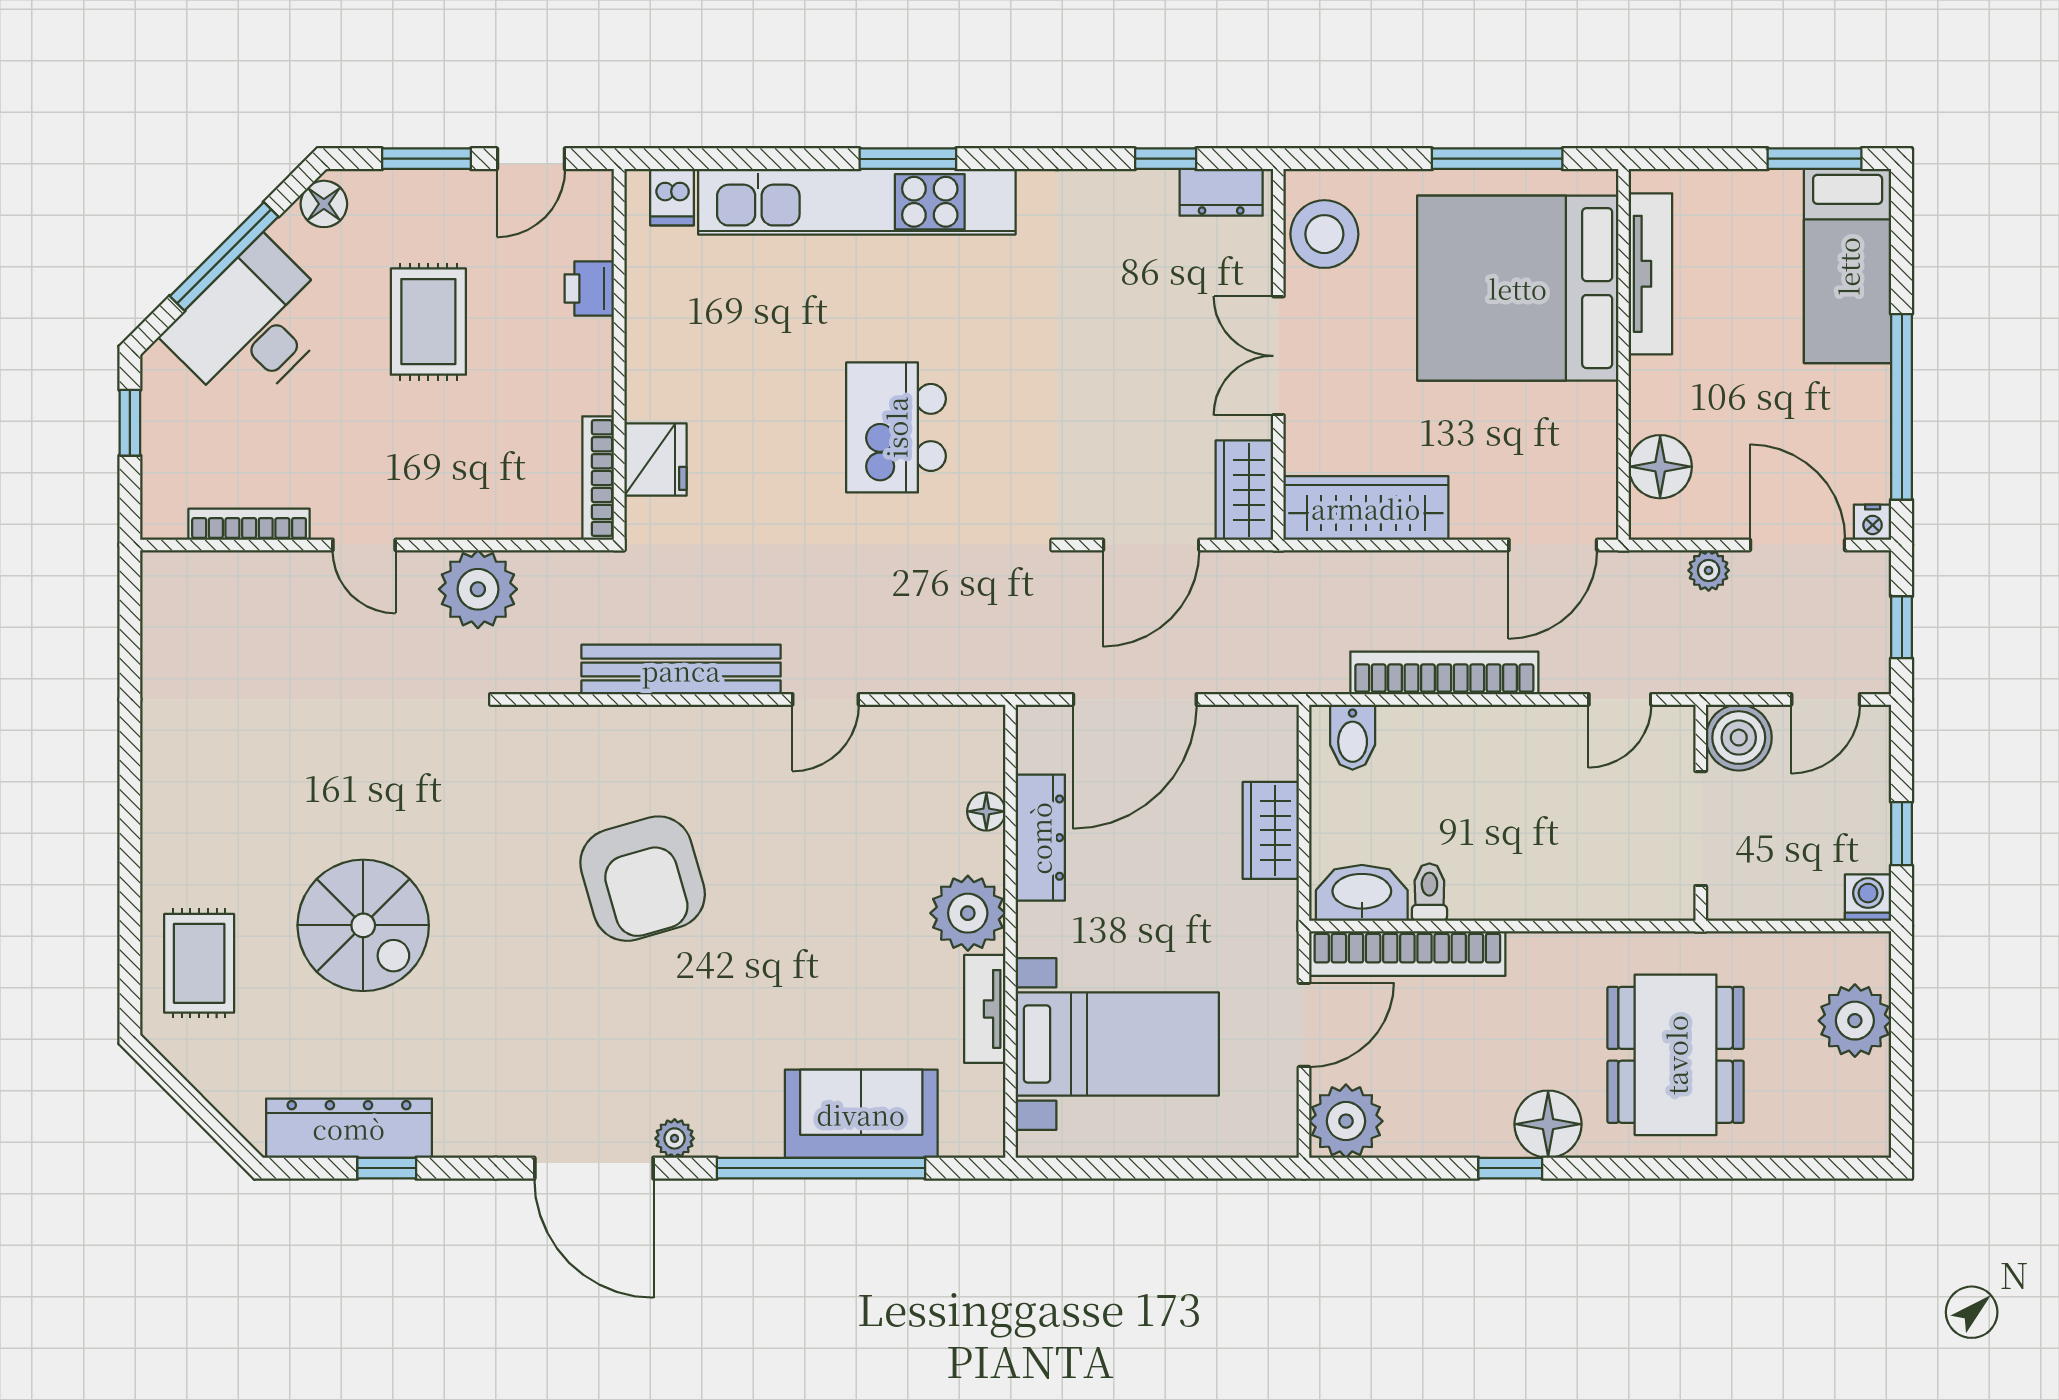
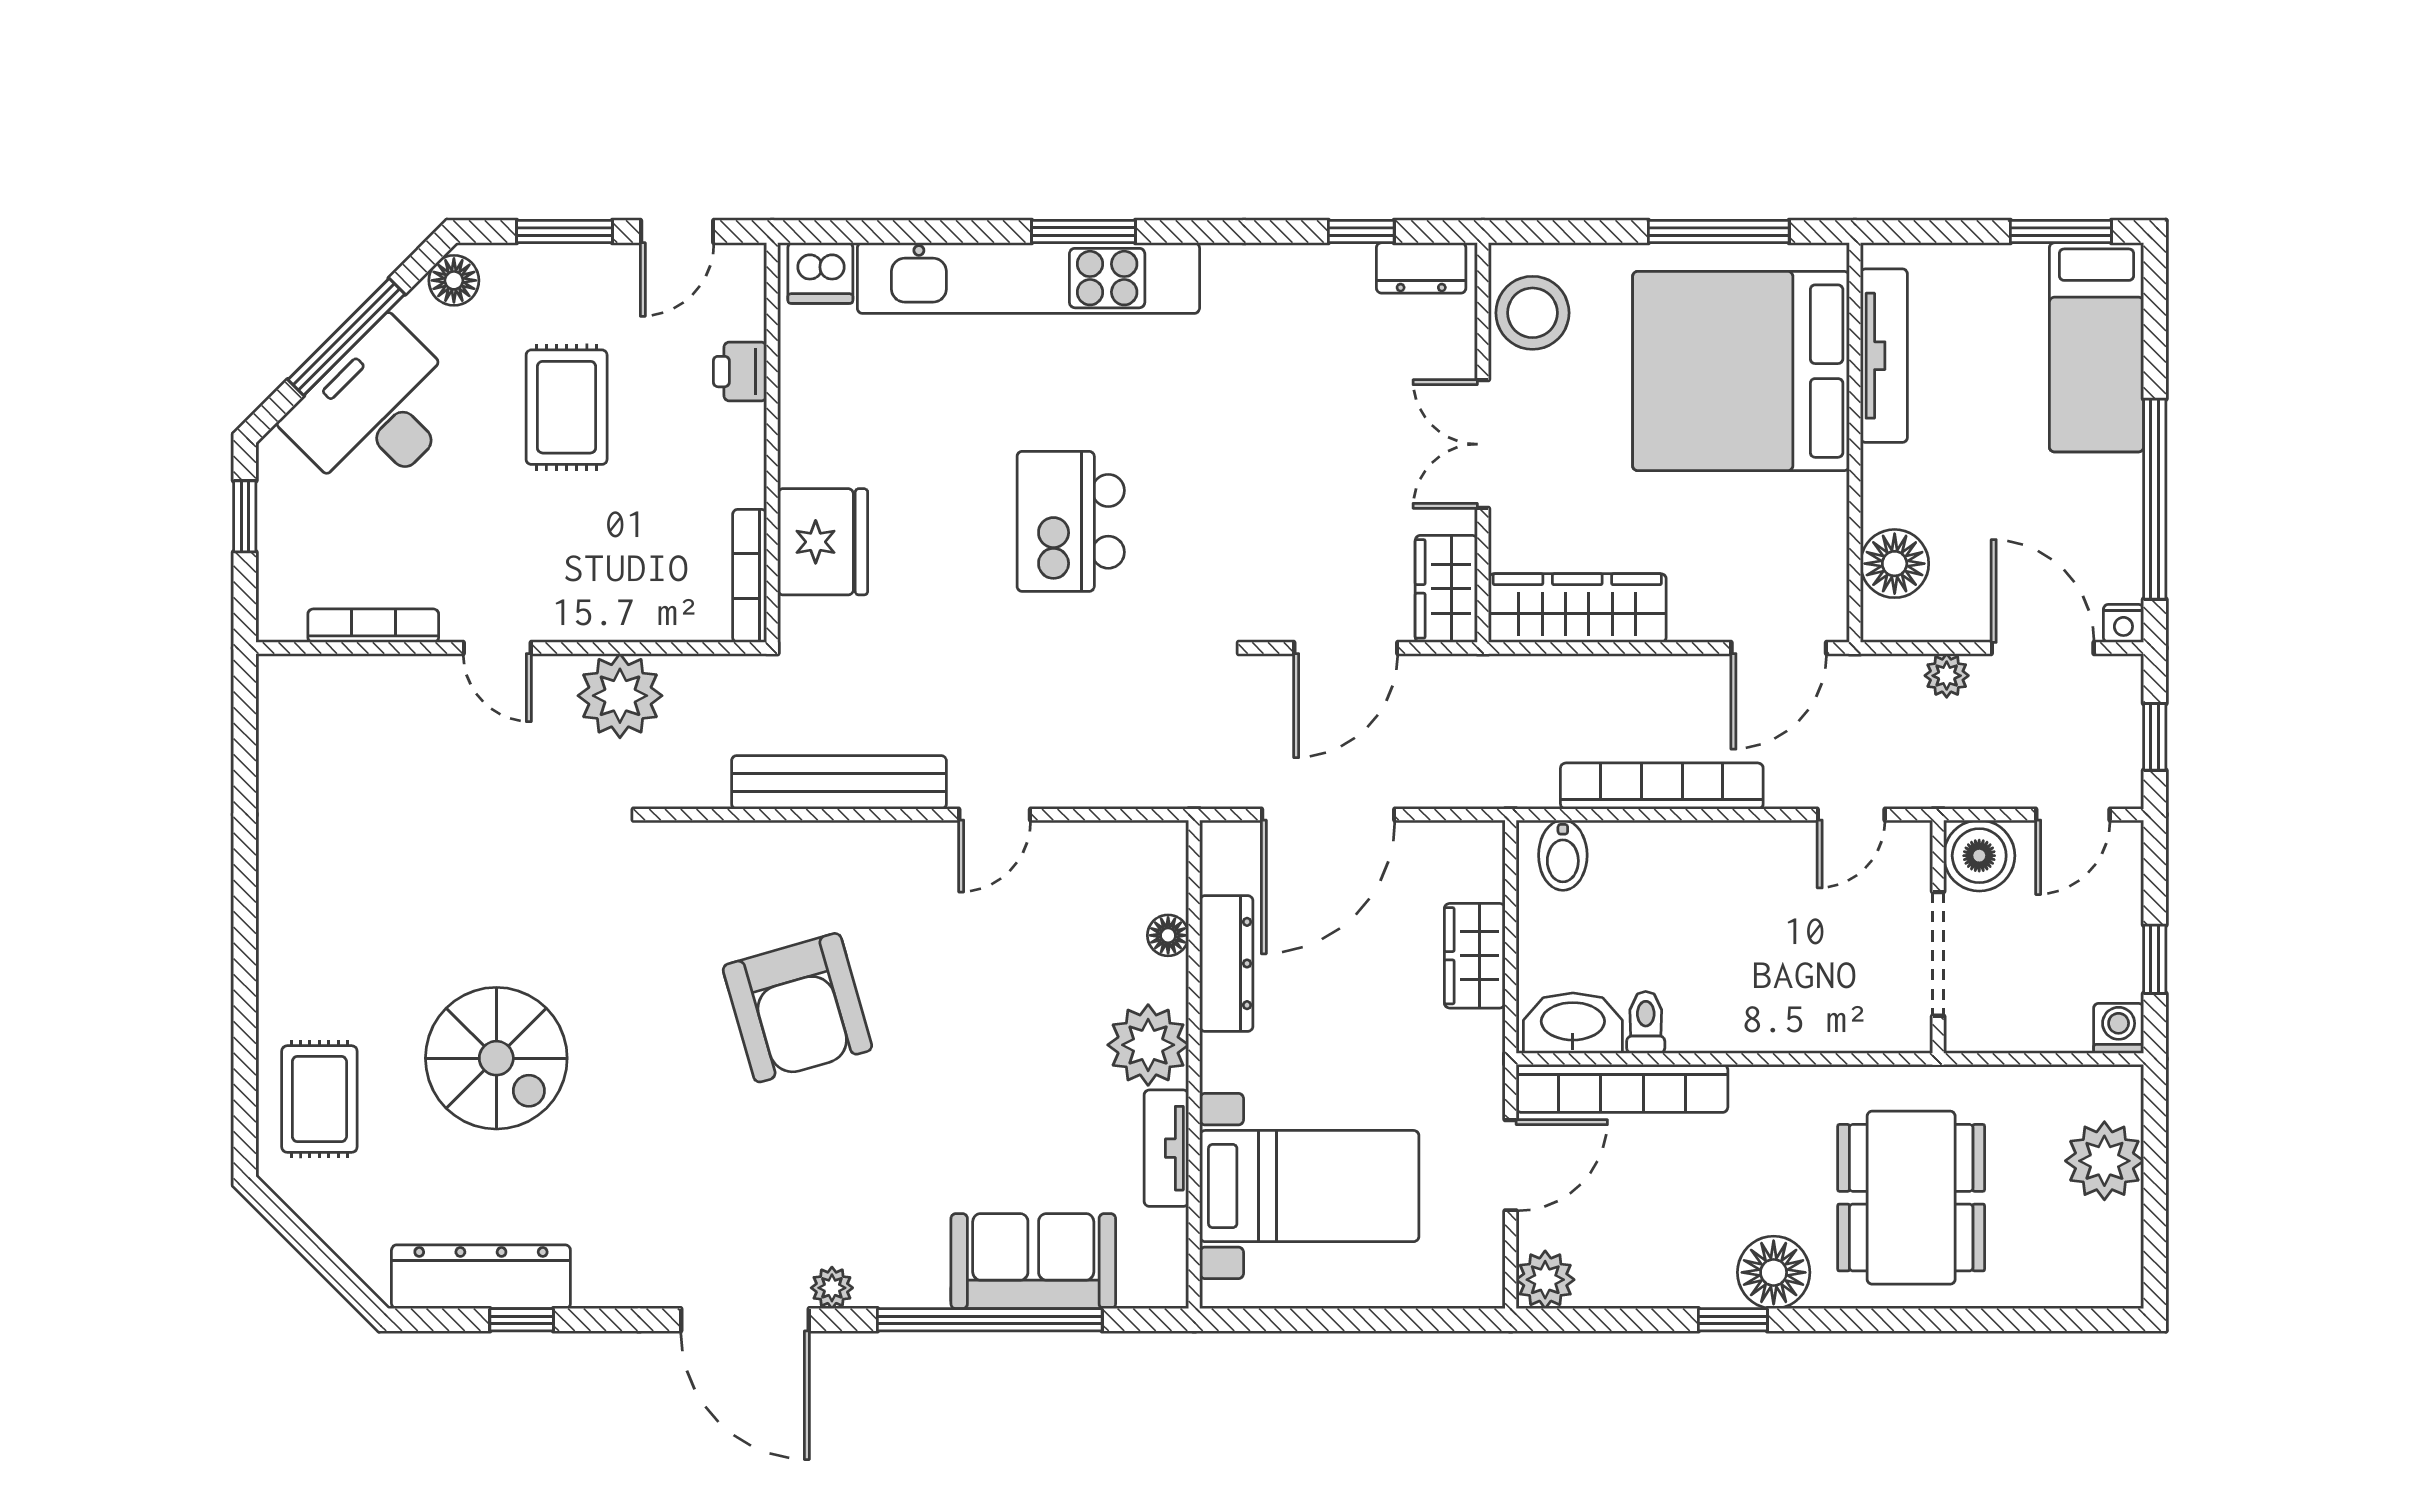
dishwasher: (672, 197) -> (820, 273), width x1.38
fridge: (655, 460) -> (823, 542), width x1.36, depth x1.34
plant: (1346, 1121) -> (1545, 1280), width x0.73, depth x0.73

